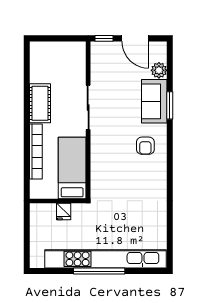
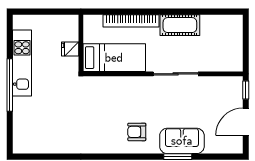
plant: (159, 70) -> (213, 146), removed
kitchen unit: (105, 259) -> (22, 63), width x0.54

